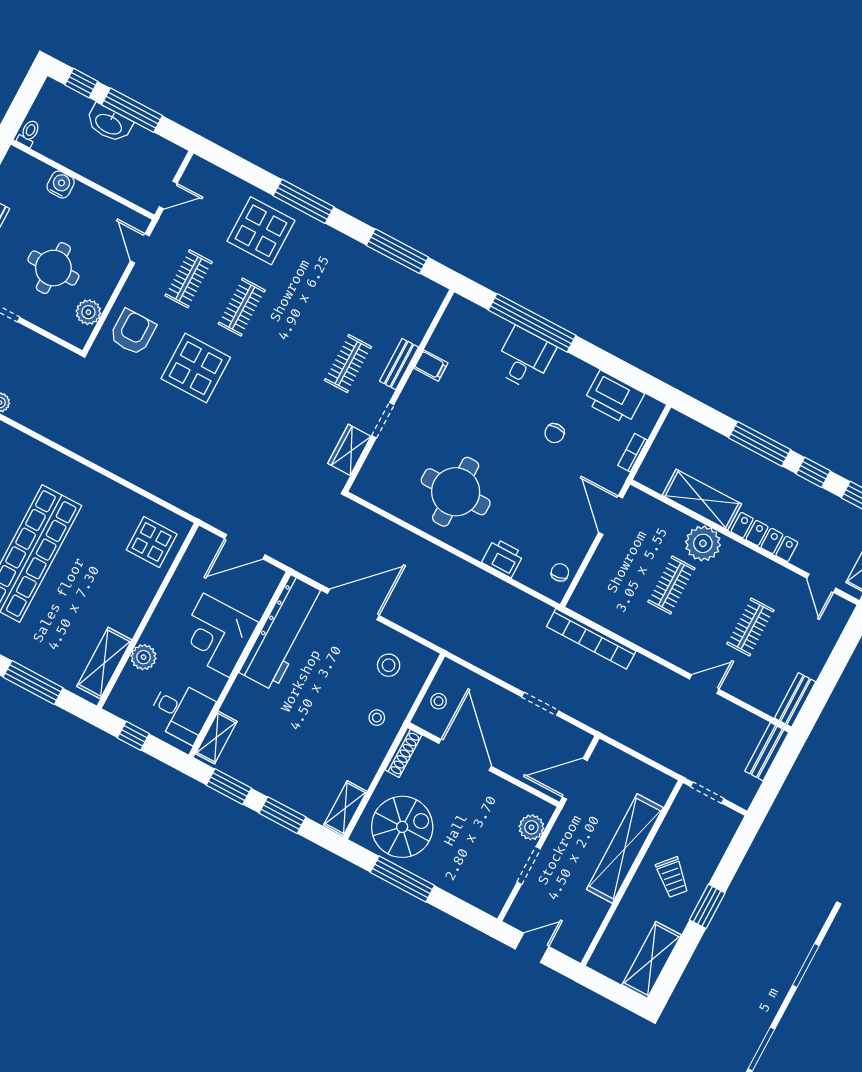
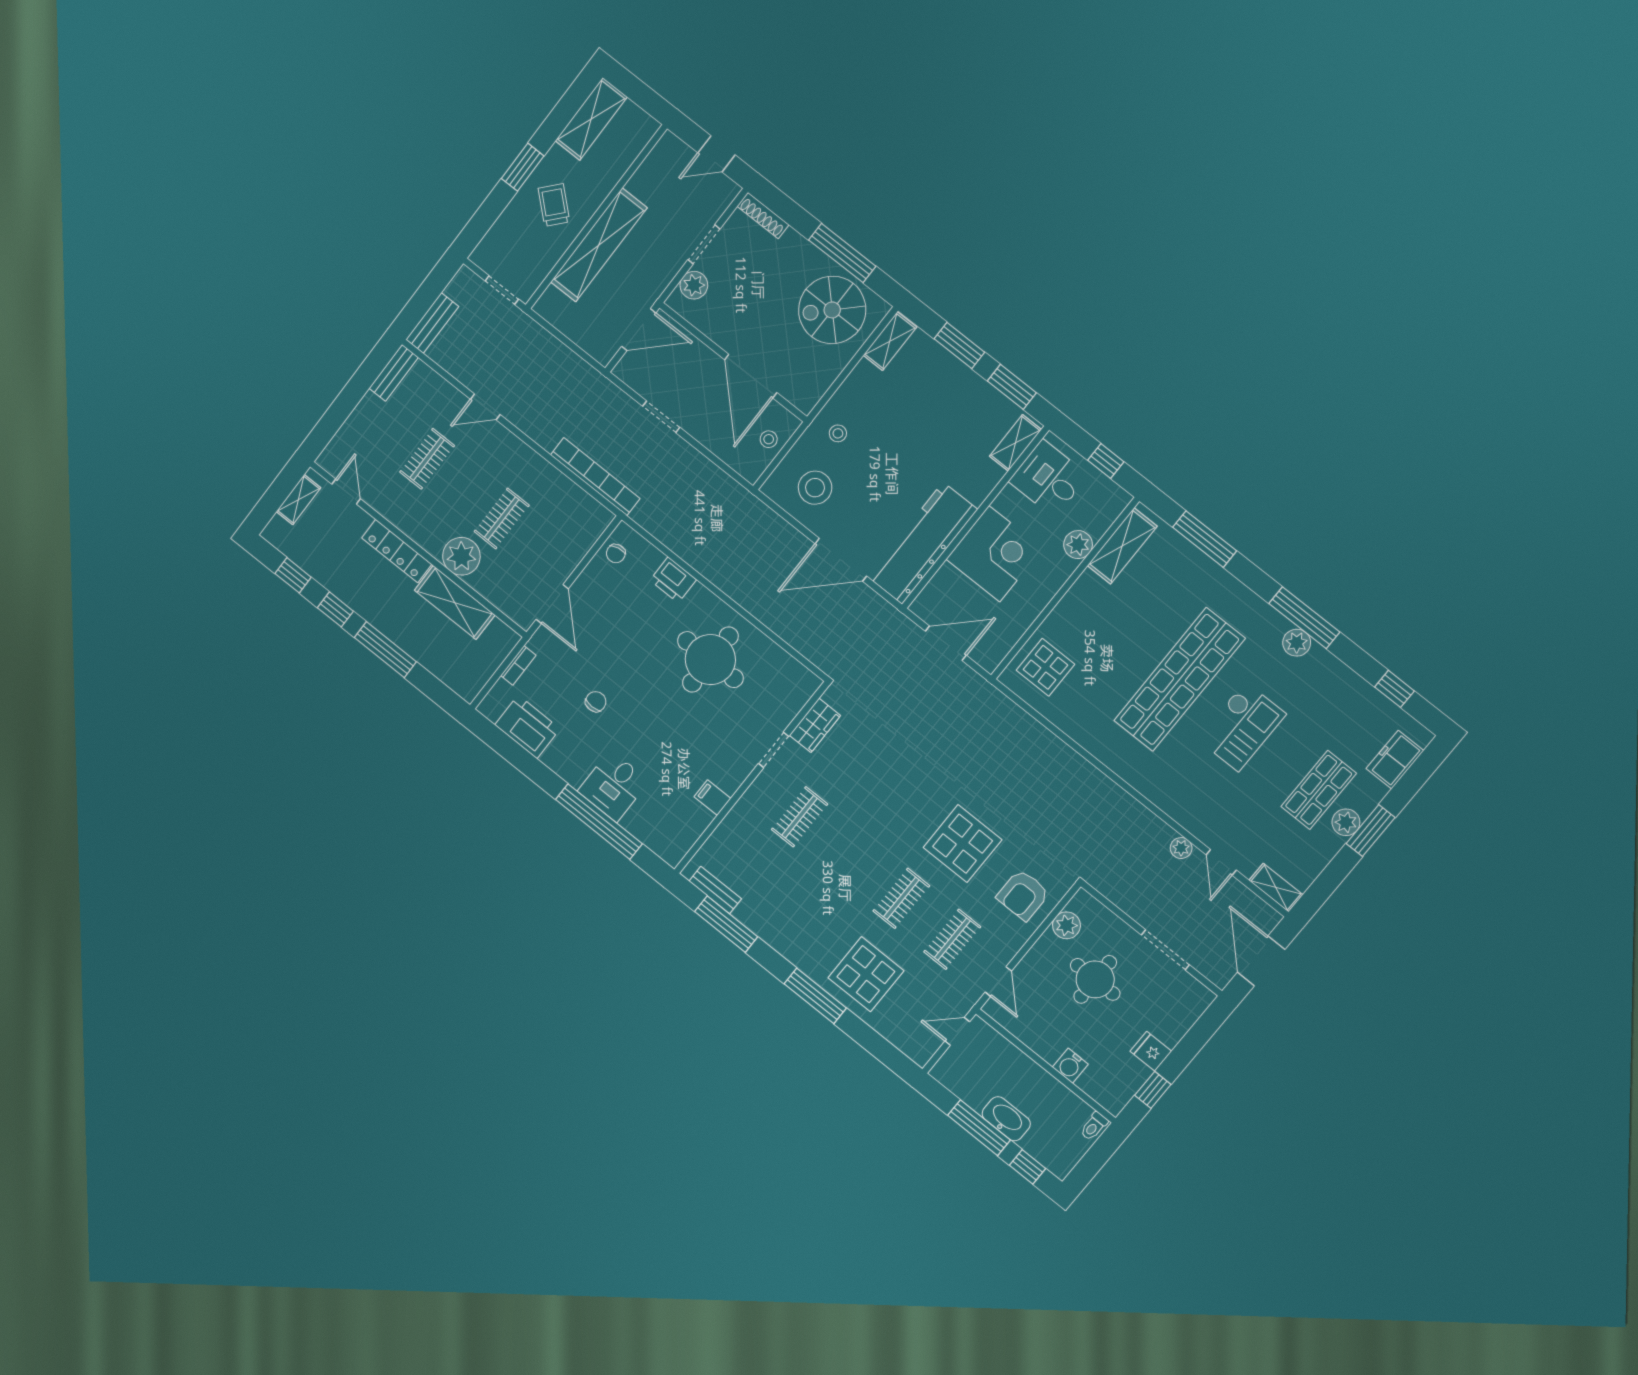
bench: (399, 364) -> (715, 890), moved, turned 90
stool: (389, 665) -> (815, 488), width x1.38, depth x1.38
shoe rack: (403, 753) -> (763, 216), moved, turned -90

